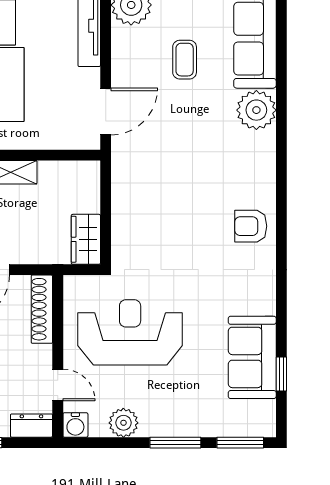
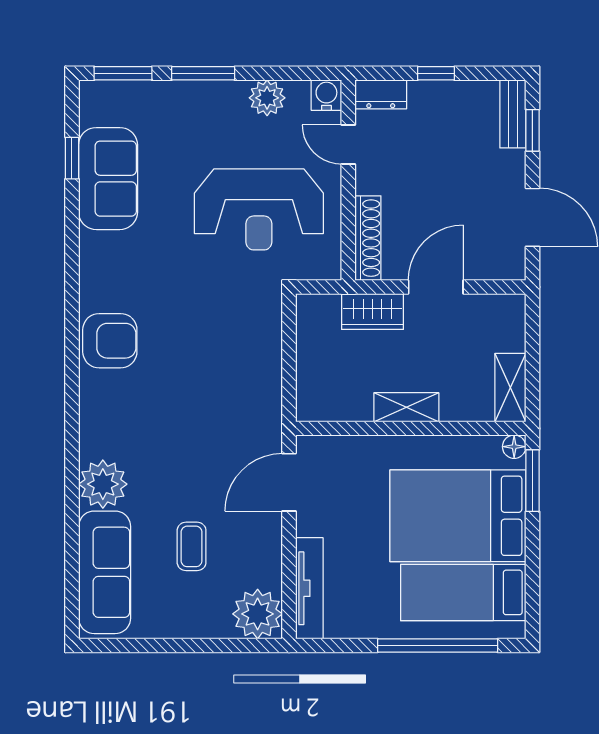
armchair: (251, 226) -> (110, 341), width x1.38, depth x1.38
wardrobe: (86, 239) -> (373, 312), moved, turned 90

